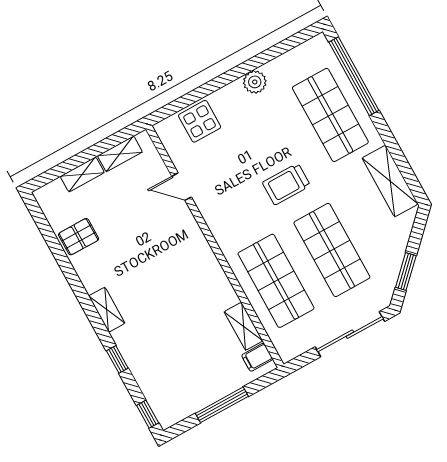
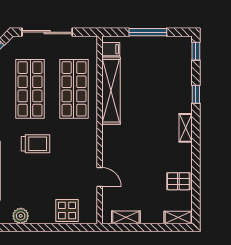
shelving: (82, 174) -> (178, 218), moved
shelving: (243, 326) -> (111, 91), width x2.20, depth x1.33

